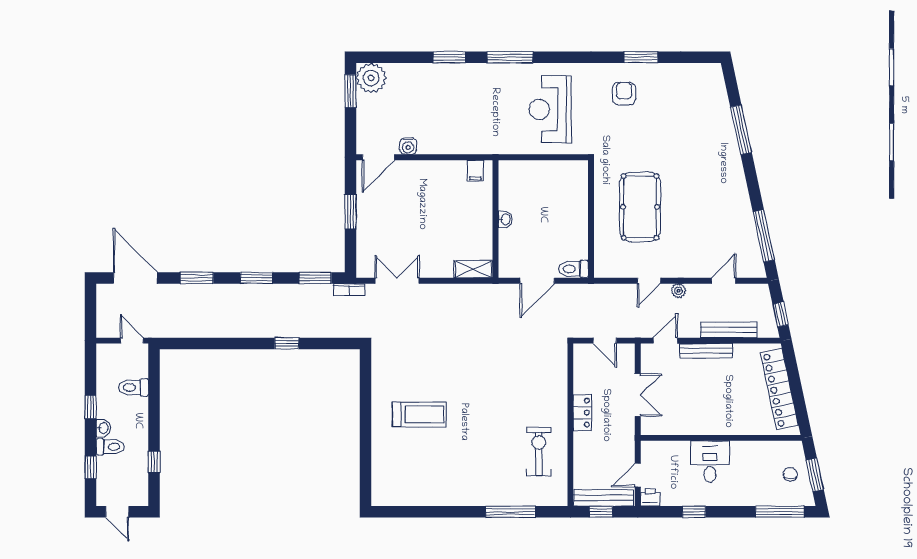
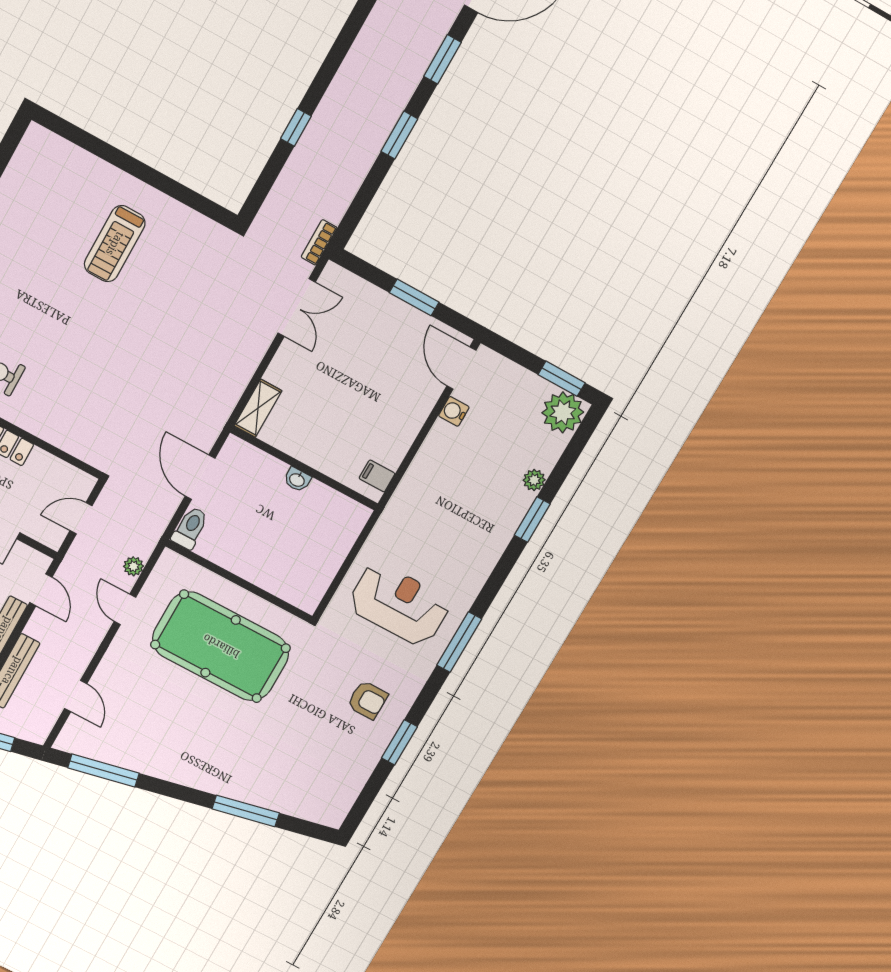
window: (510, 57) -> (459, 642), moved
plant: (424, 71) -> (534, 480), added
pool table: (640, 207) -> (221, 646), width x1.36, depth x1.32
window: (315, 278) -> (358, 208), removed
plant: (678, 291) -> (133, 566), moved

